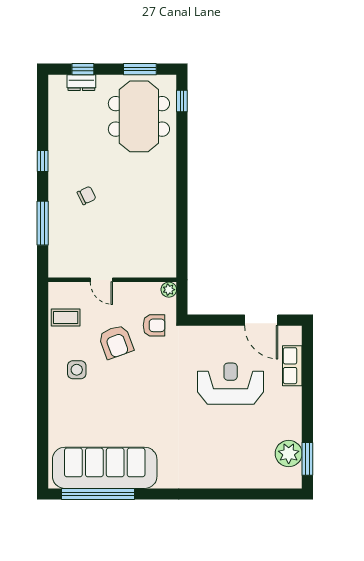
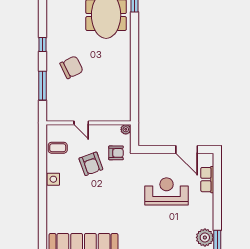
chair: (87, 195) -> (72, 67), width x1.87, depth x1.87
side table: (77, 370) -> (53, 179), moved

